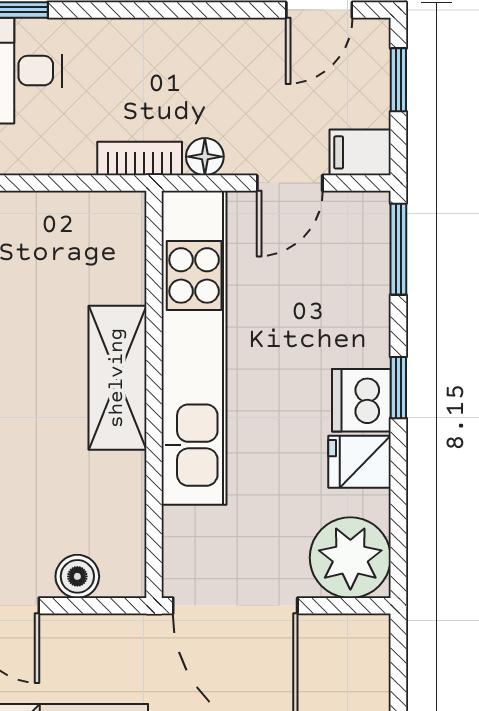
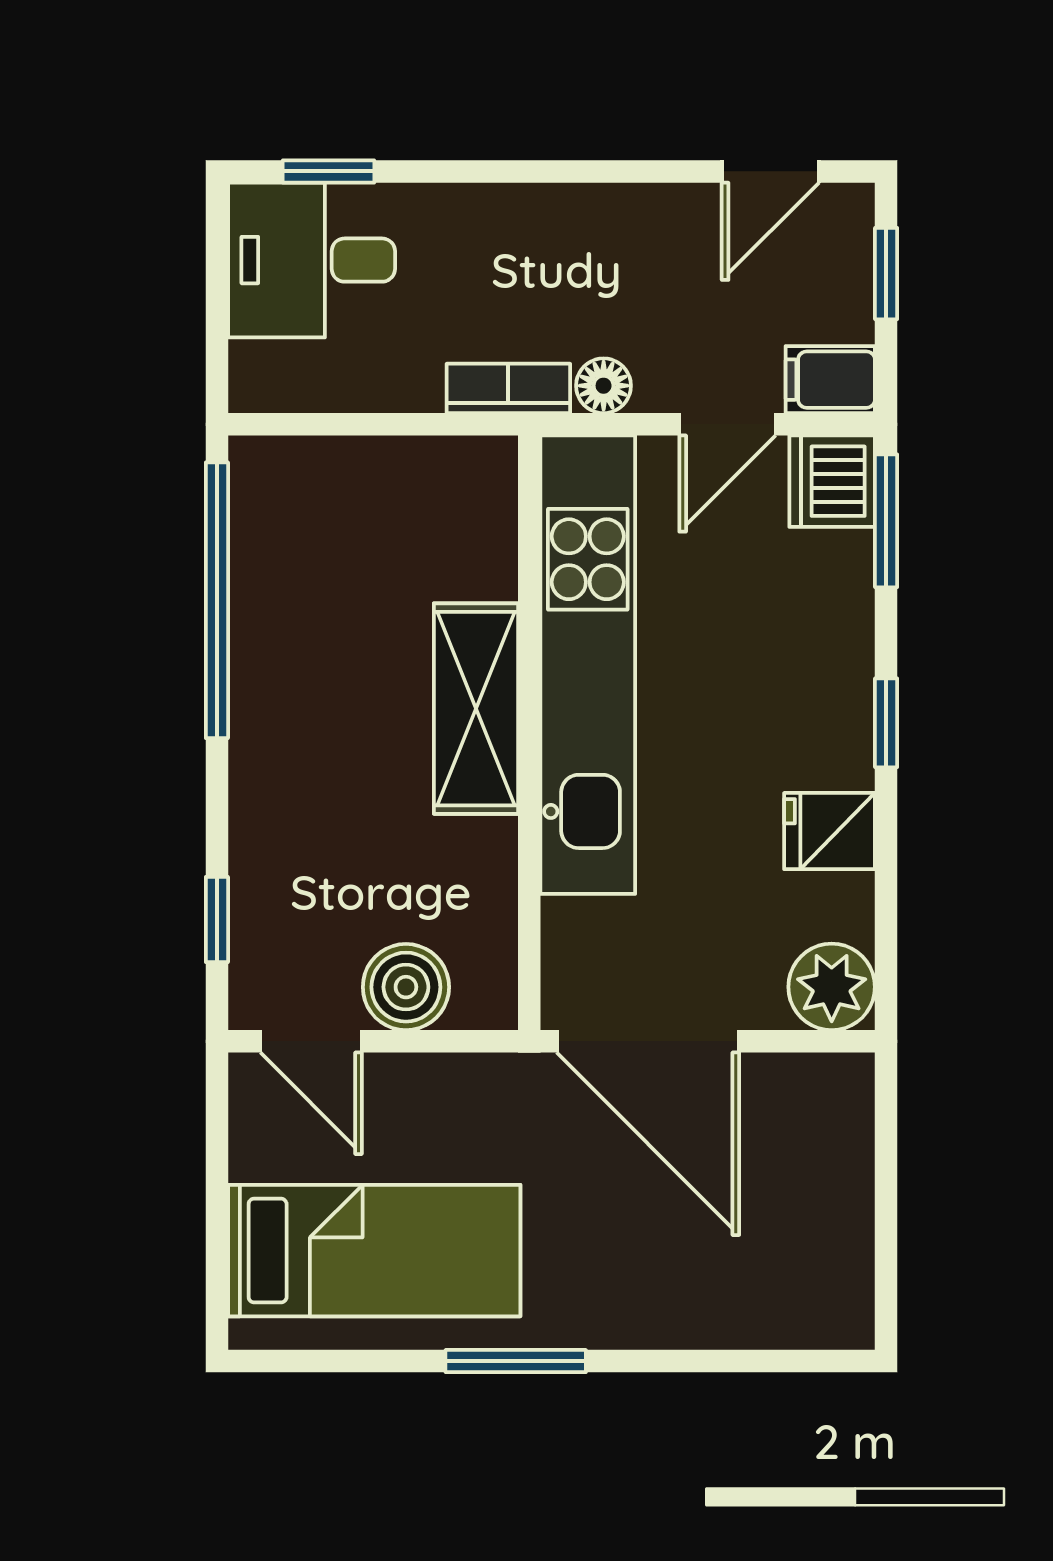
dishwasher: (361, 400) -> (832, 481), moved
plant: (350, 558) -> (832, 987), width x0.73, depth x0.73
boiler: (77, 576) -> (406, 987), width x1.36, depth x1.36

